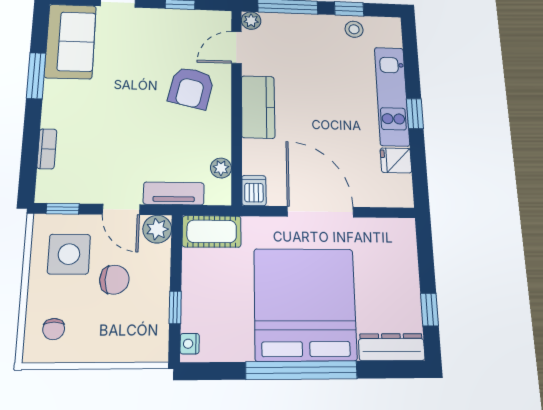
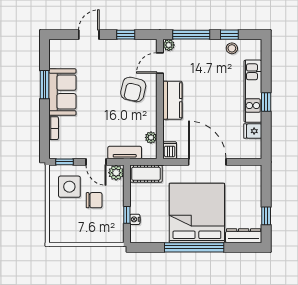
sofa: (70, 41) -> (62, 92), moved
chair: (54, 329) -> (64, 226), removed
nightstand: (190, 344) -> (135, 219), moved

